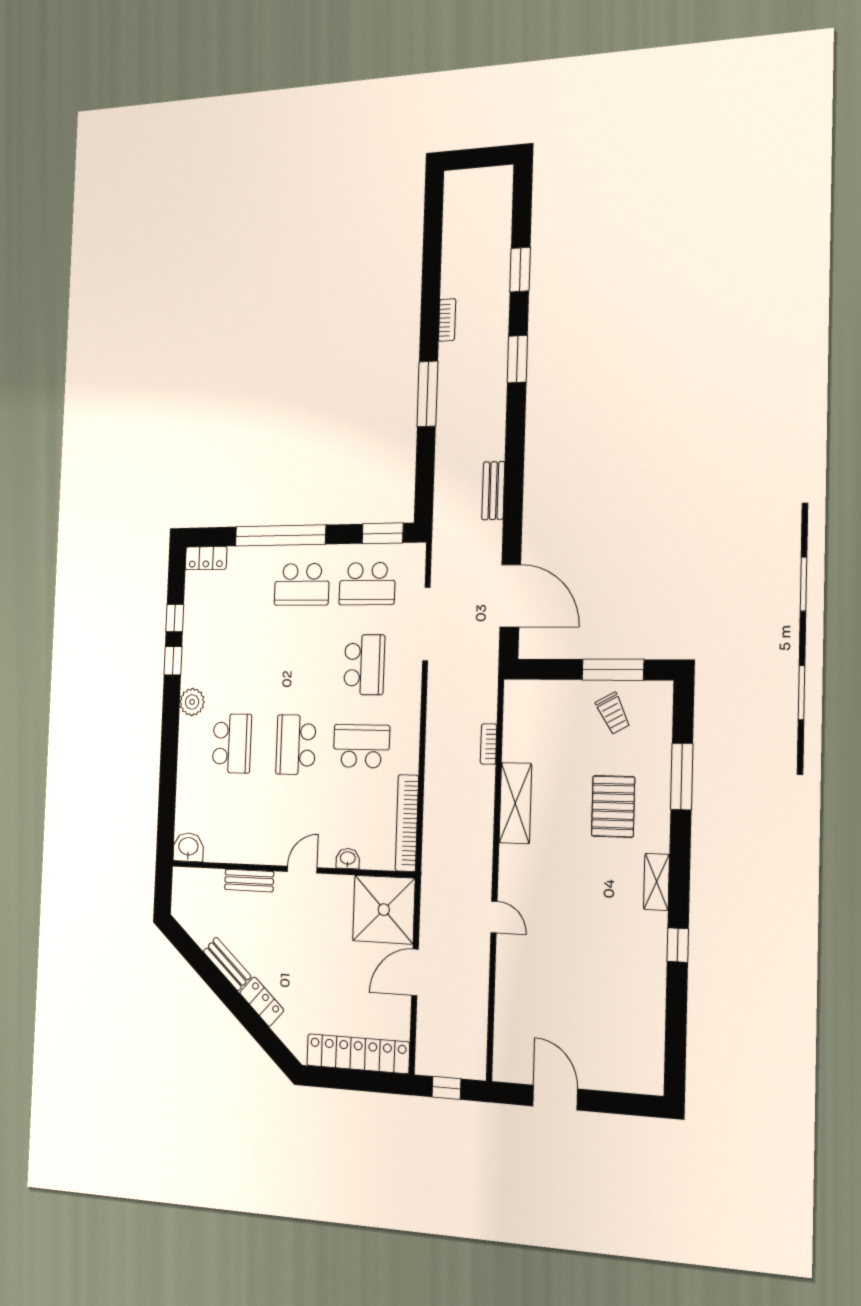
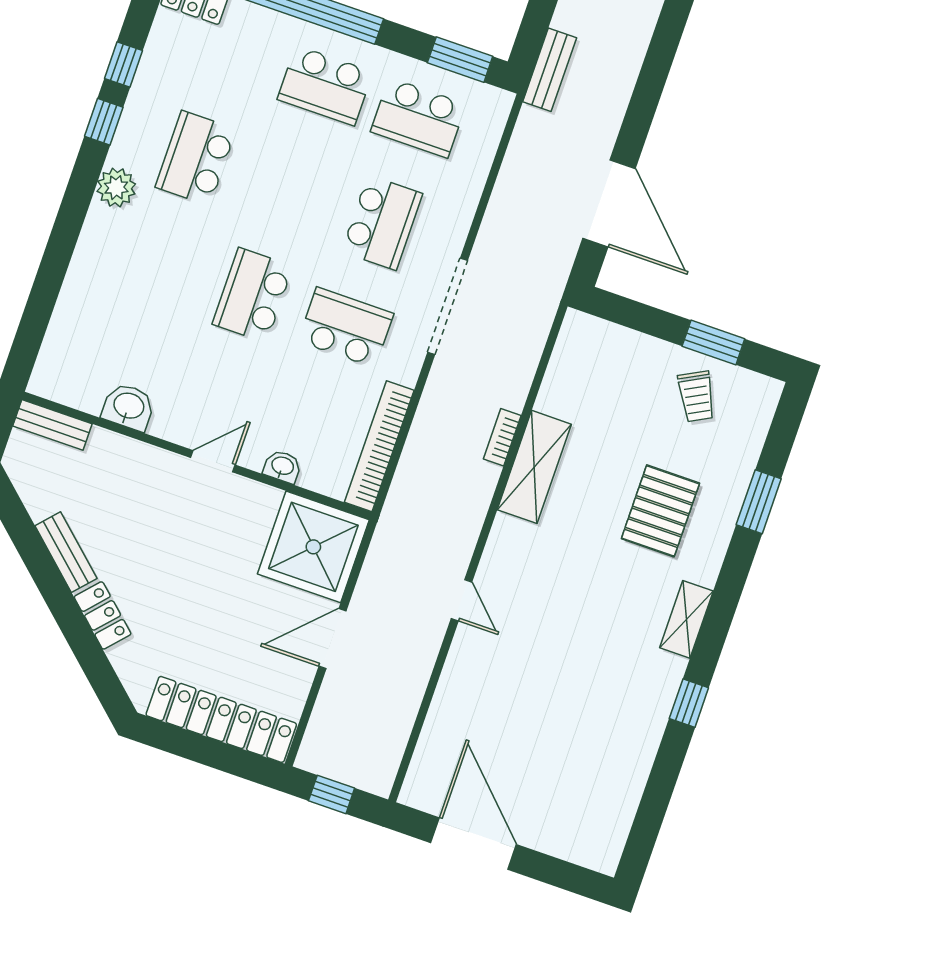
bench: (493, 491) -> (550, 70), moved
doorway: (426, 624) -> (448, 306), moved
window: (613, 670) -> (713, 342), width x0.69
school desk: (232, 743) -> (196, 158), moved, turned 180
bookcase: (489, 744) -> (502, 437), moved
window: (682, 776) -> (759, 502), width x0.69
washbasin: (188, 847) -> (128, 407), moved
bench: (249, 881) -> (52, 425), moved
door: (555, 1097) -> (474, 844), width x1.36

